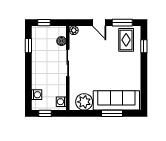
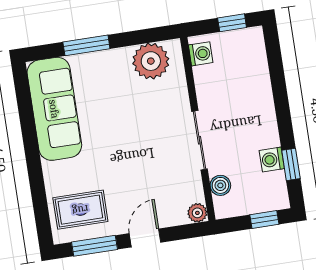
door: (99, 23) -> (145, 238), hinge flipped
rug: (126, 40) -> (80, 210), turned 90
window: (144, 46) -> (40, 202), removed
washing machine: (37, 95) -> (272, 160), moved
sofa: (116, 100) -> (54, 109), moved, turned -90

